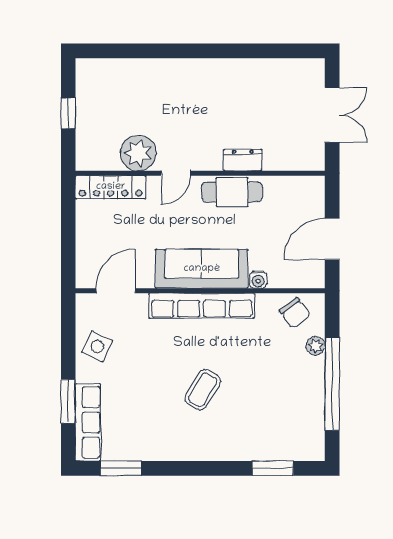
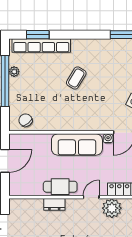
water cooler: (258, 280) -> (108, 138), moved
row of seats: (202, 306) -> (41, 45), moved, turned 180
plant: (316, 346) -> (14, 72), moved

